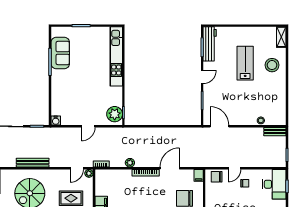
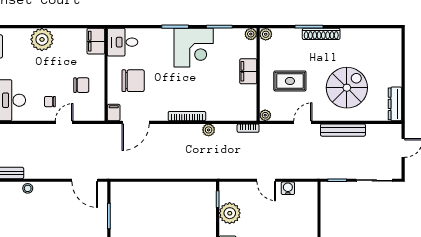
plant: (115, 114) -> (230, 213), moved
water cooler: (56, 121) -> (288, 188), moved
door: (88, 126) -> (266, 180), swing flipped
door: (77, 168) -> (303, 122), moved
door: (170, 168) -> (136, 122), moved
chair: (217, 177) -> (81, 85), moved

